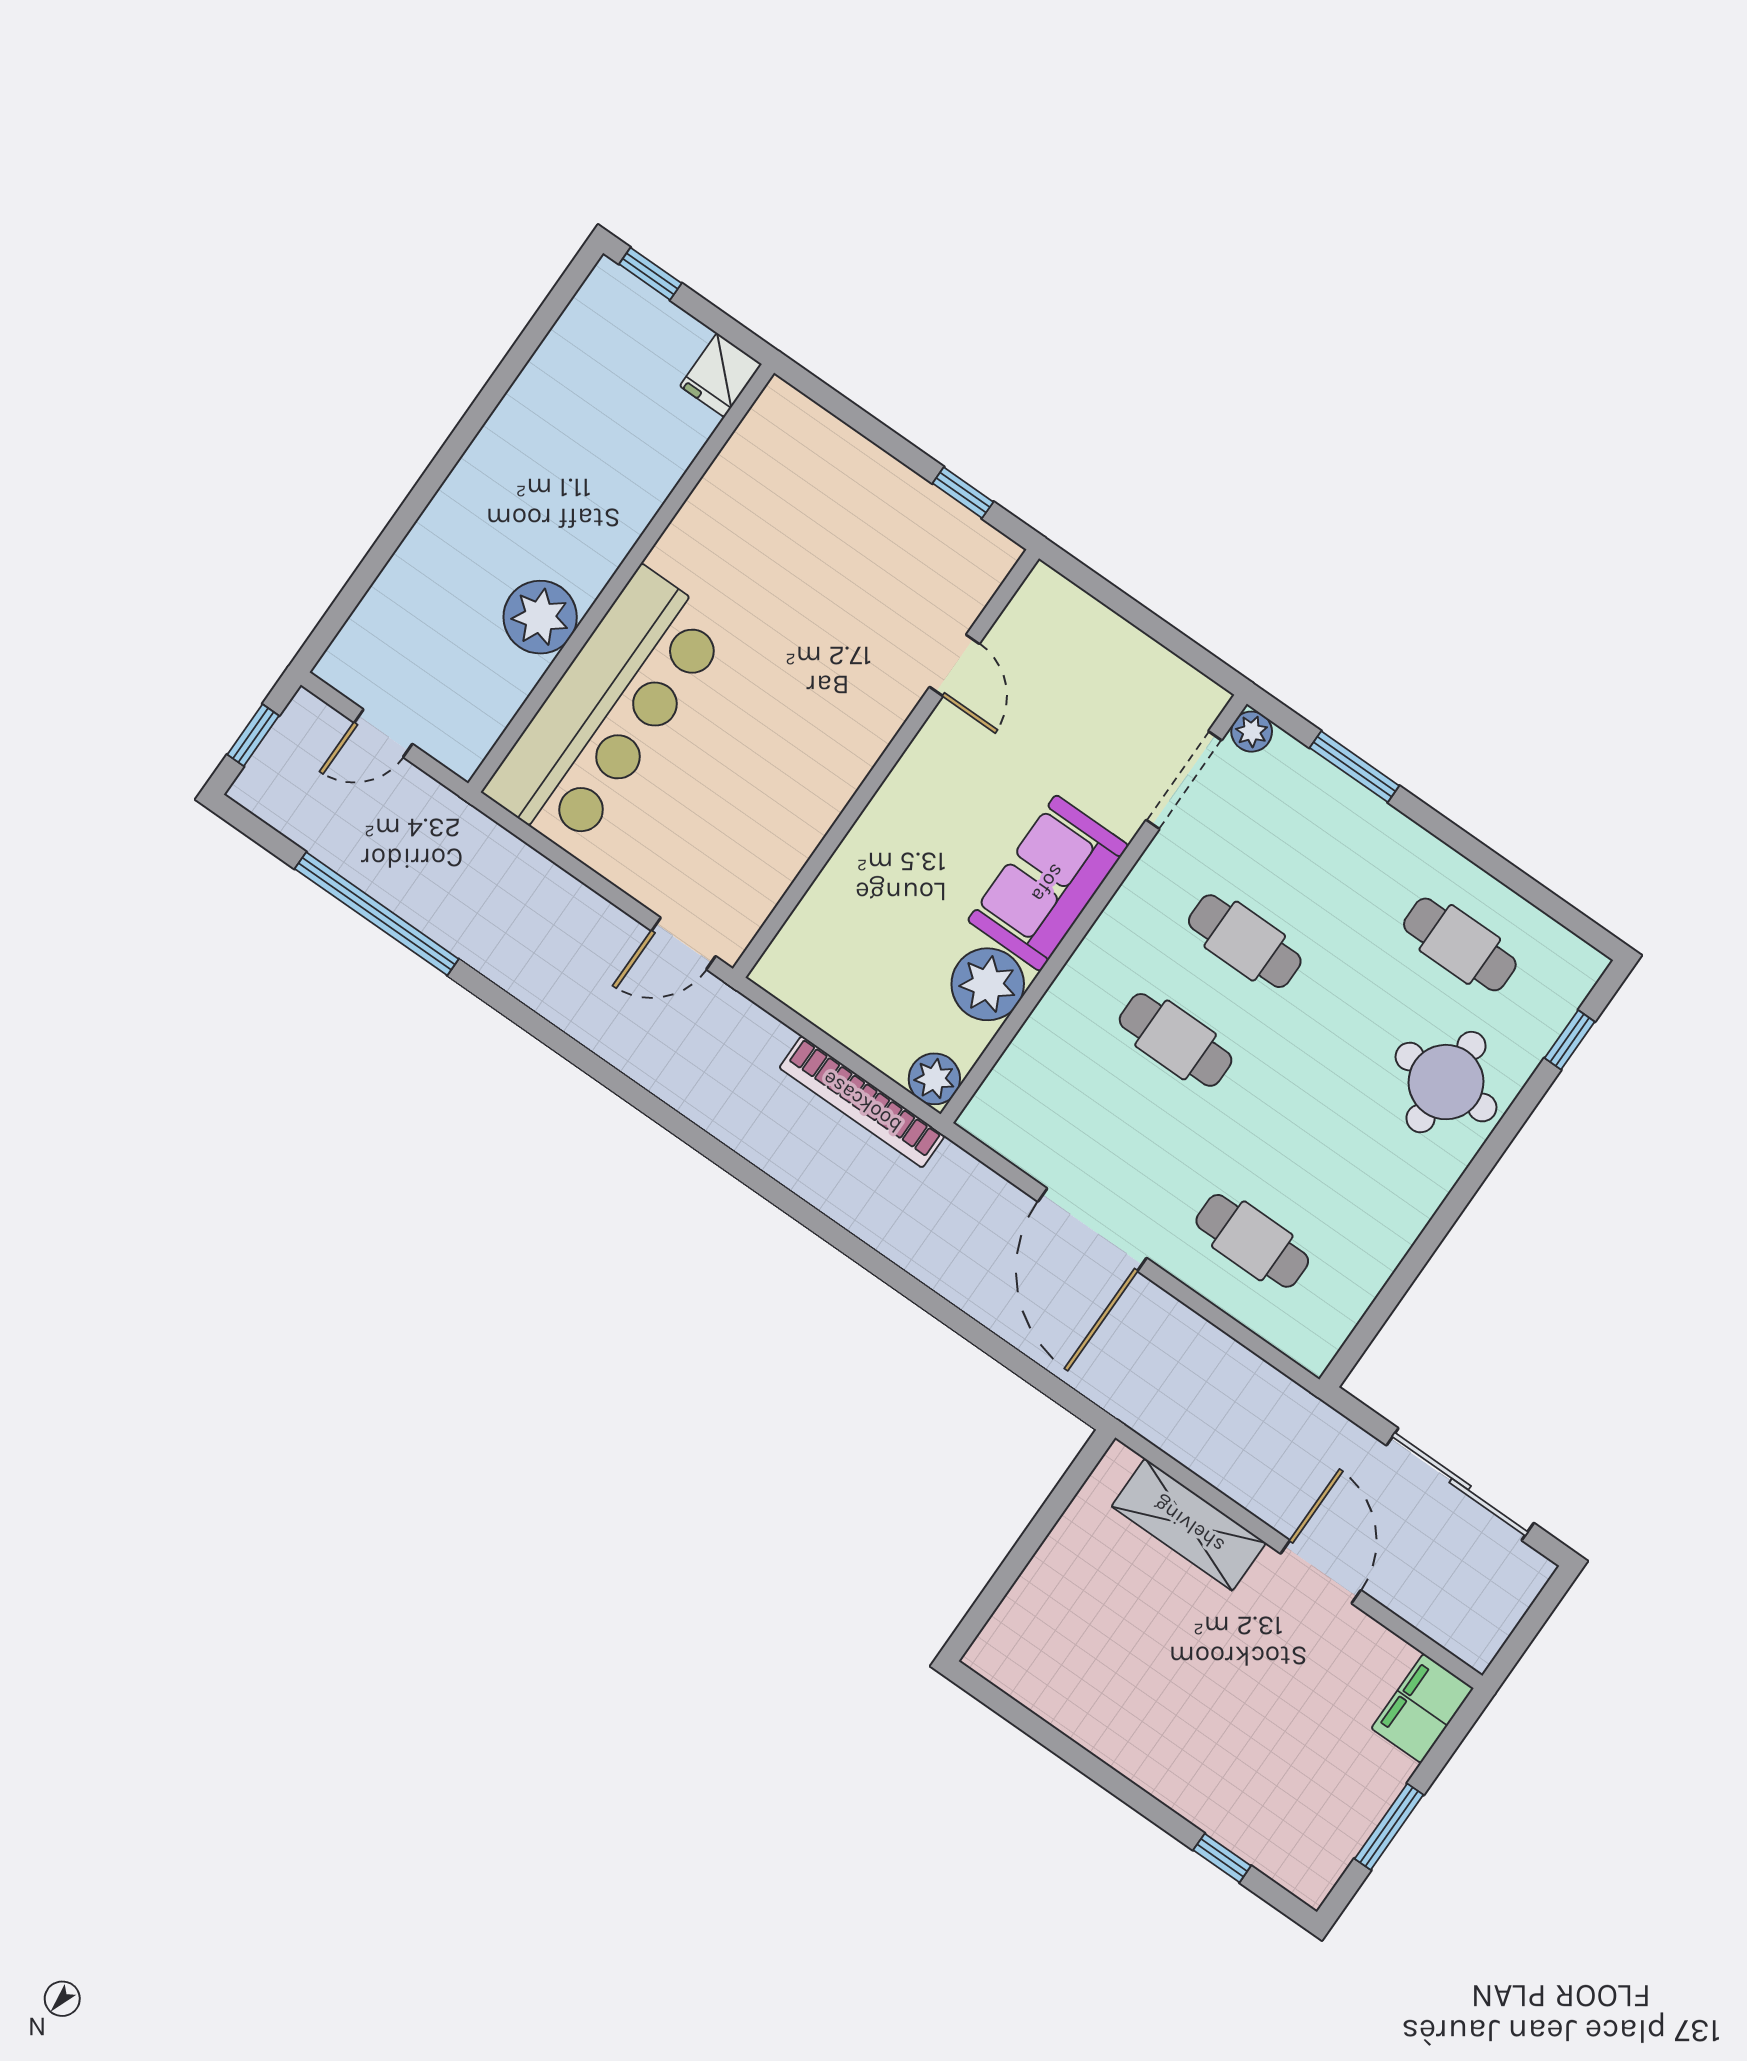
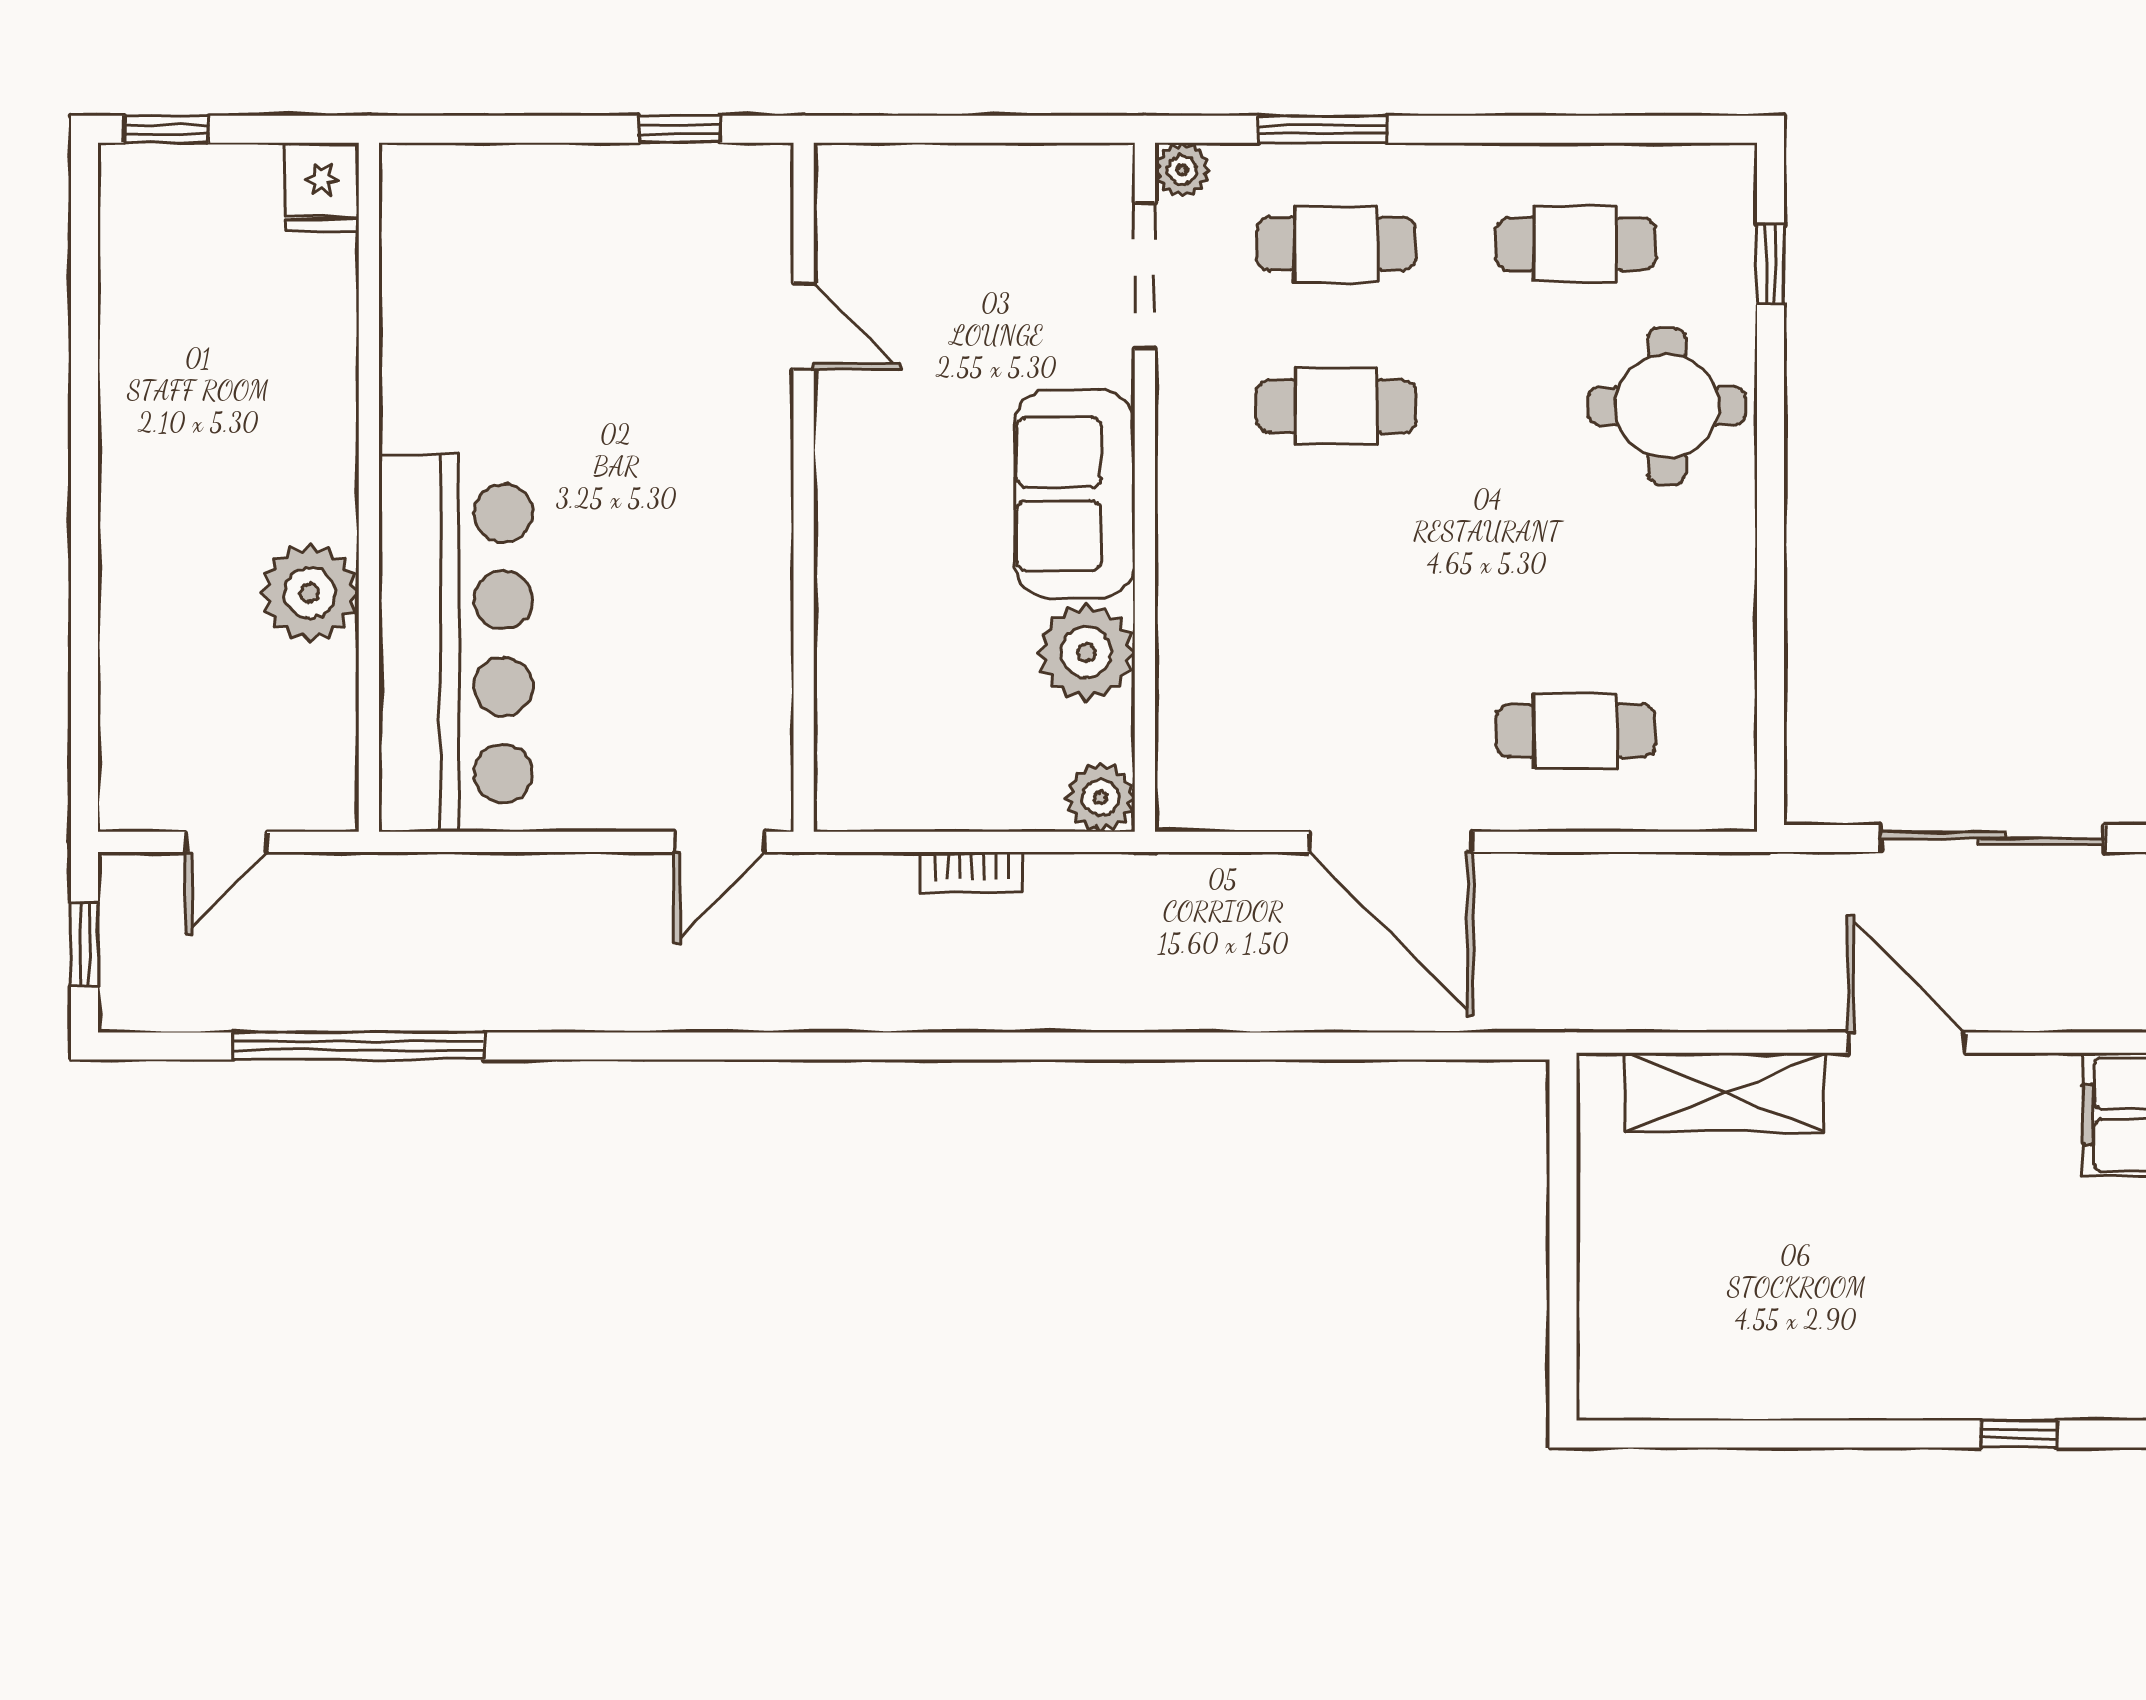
cafe table: (1176, 1040) -> (1336, 244), moved
bookcase: (862, 1102) -> (972, 872), width x0.43, depth x0.76

